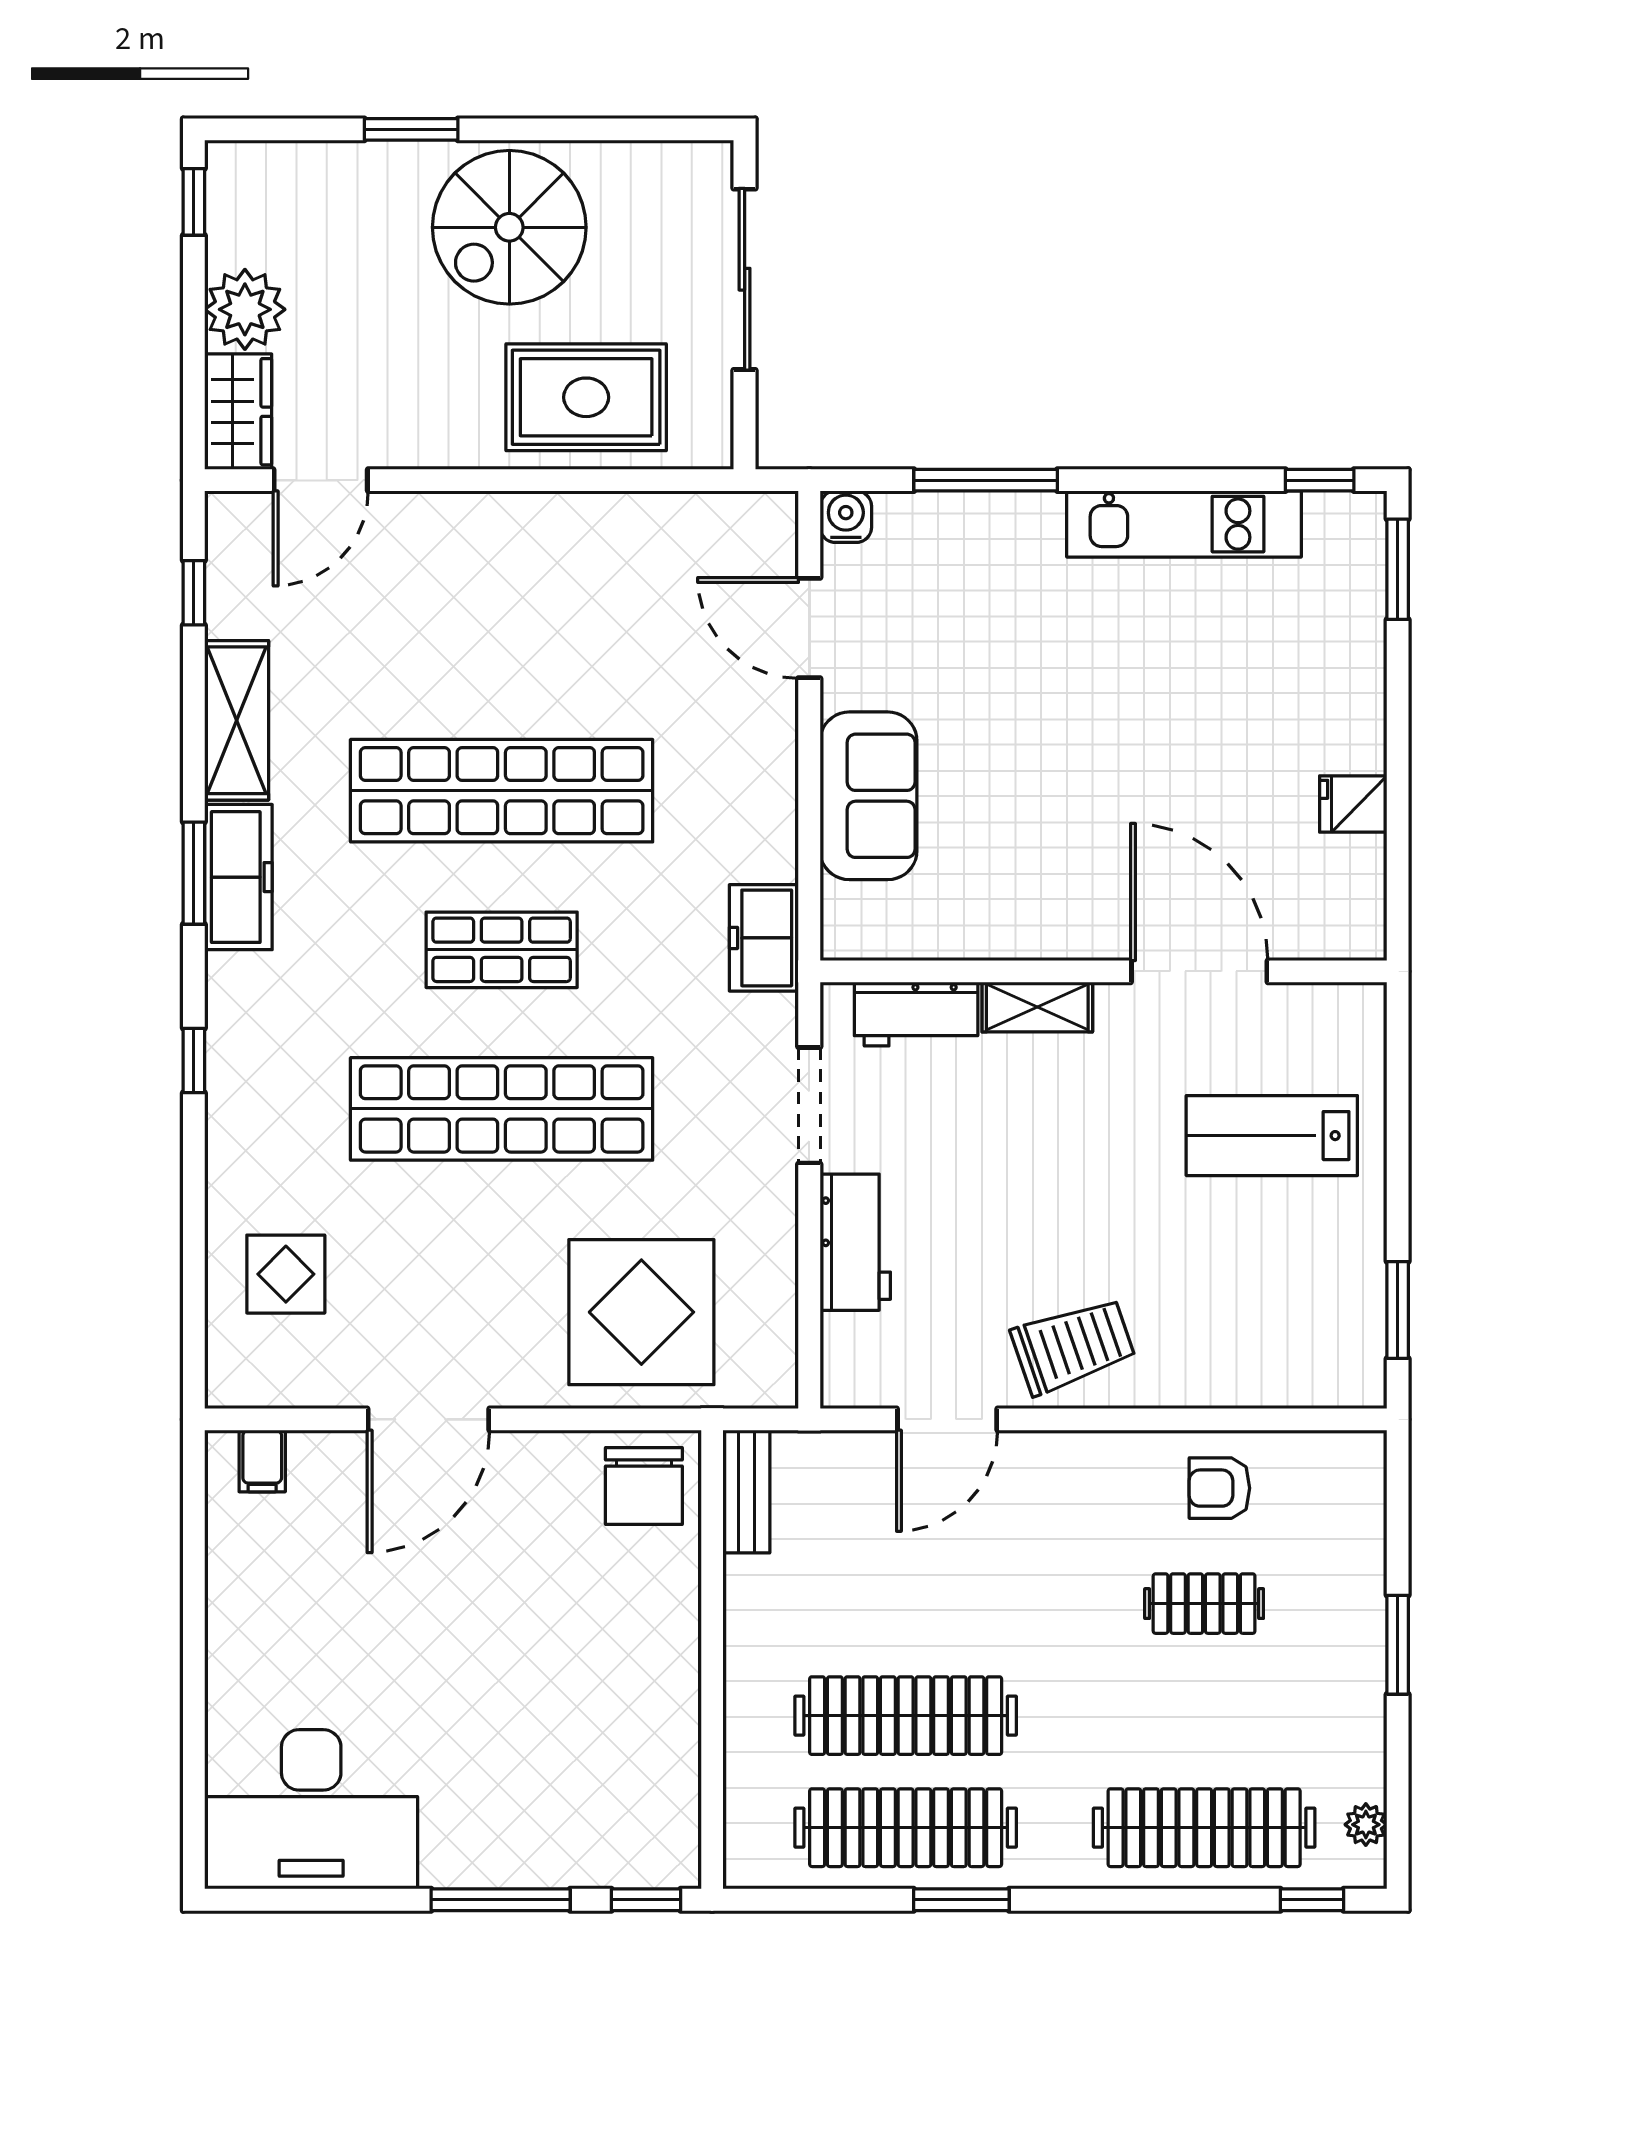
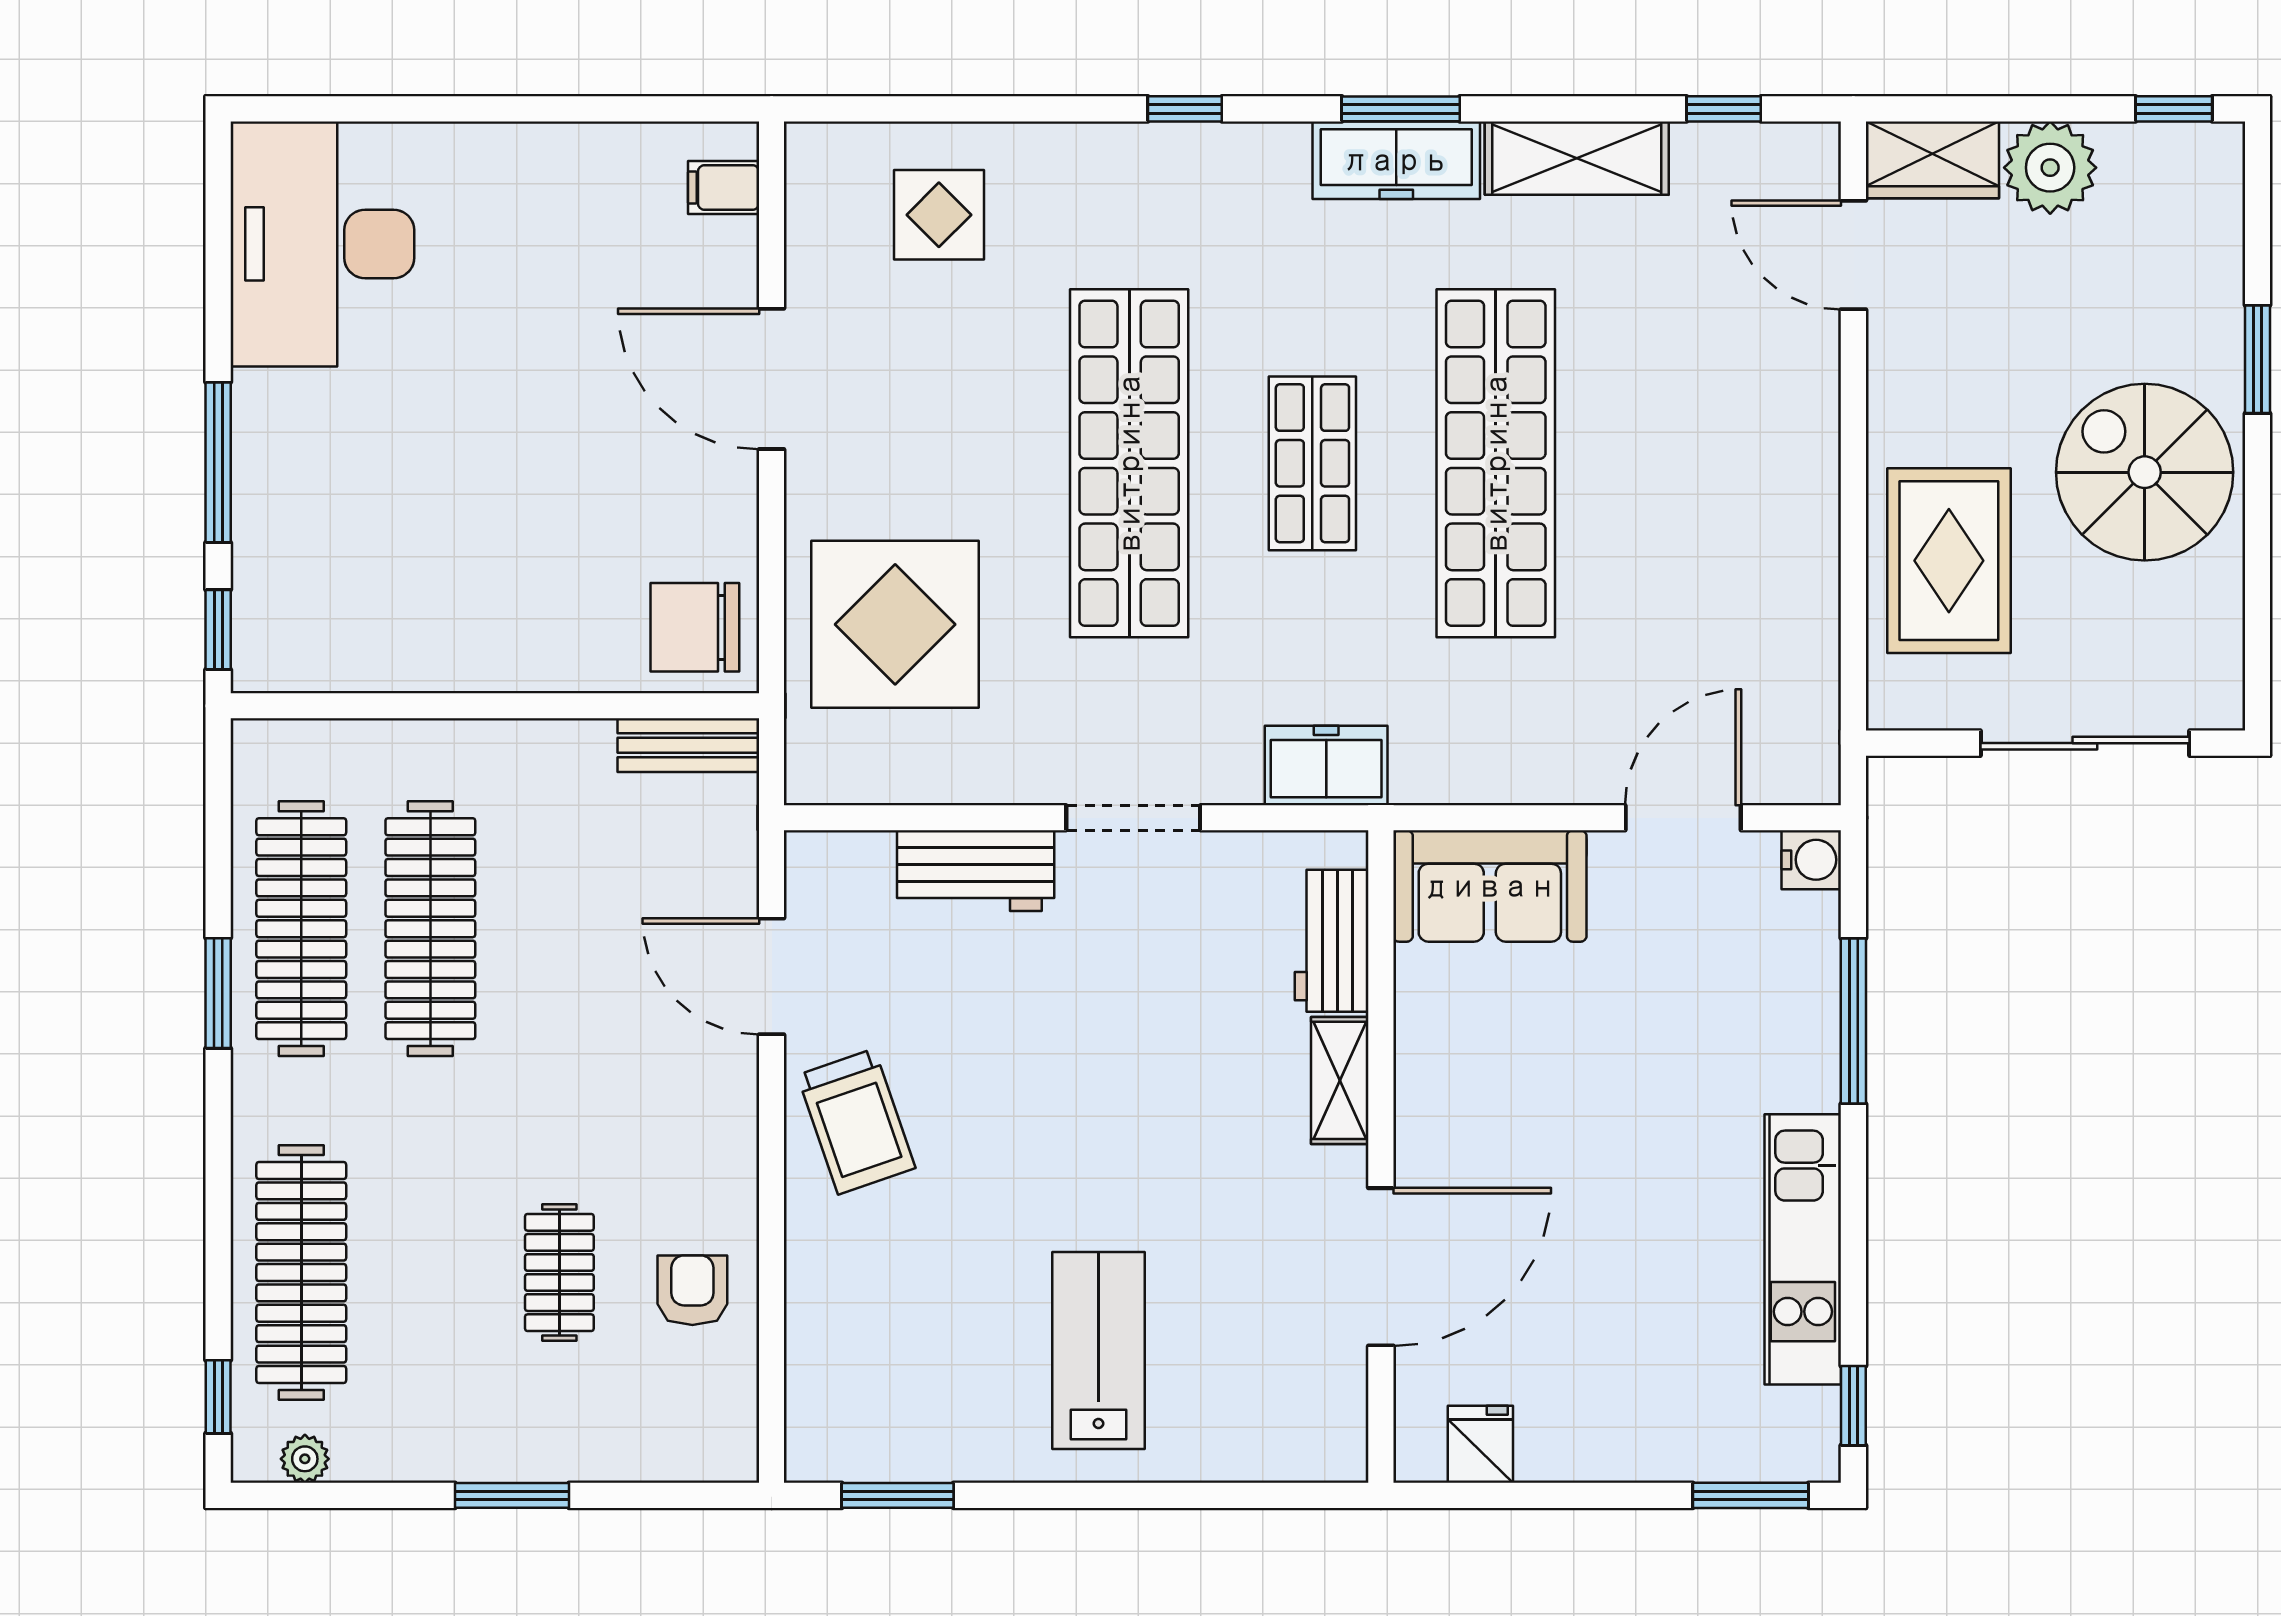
wall: (1103, 971) -> (1381, 1157), moved
door: (1199, 971) -> (1381, 1267), moved
shelving: (1037, 1007) -> (1340, 1080), moved
workbench: (916, 1014) -> (1332, 941), moved

